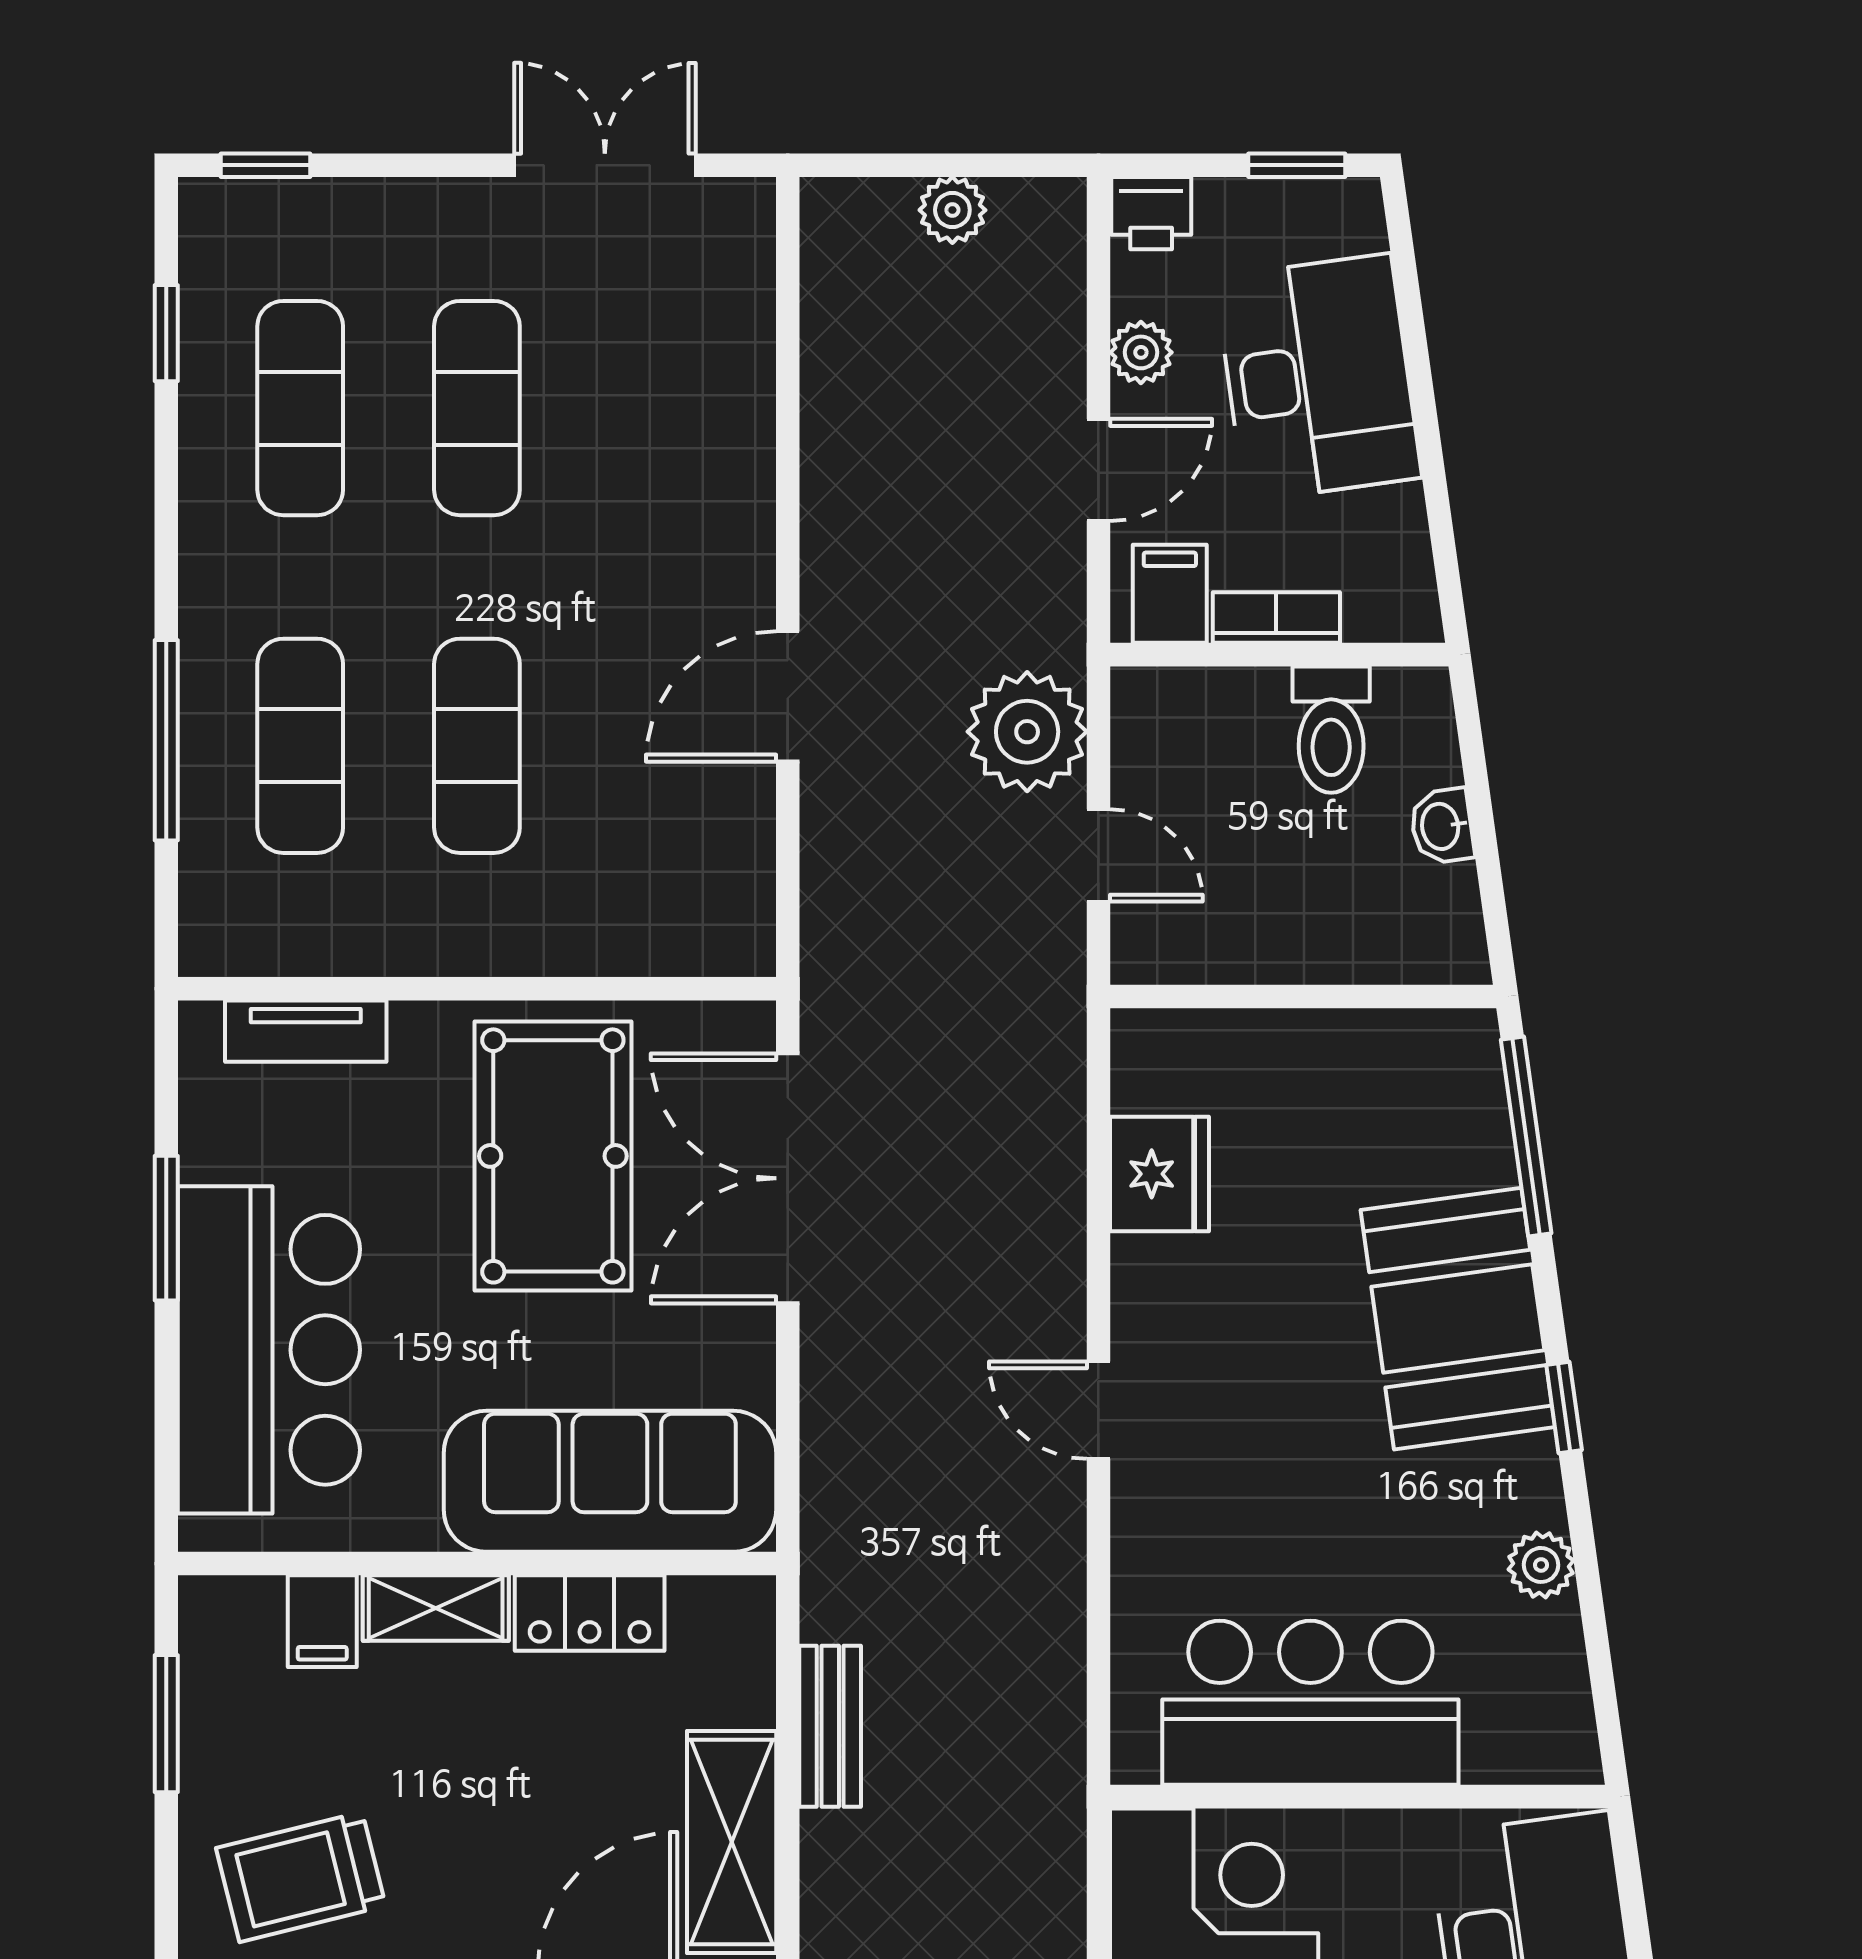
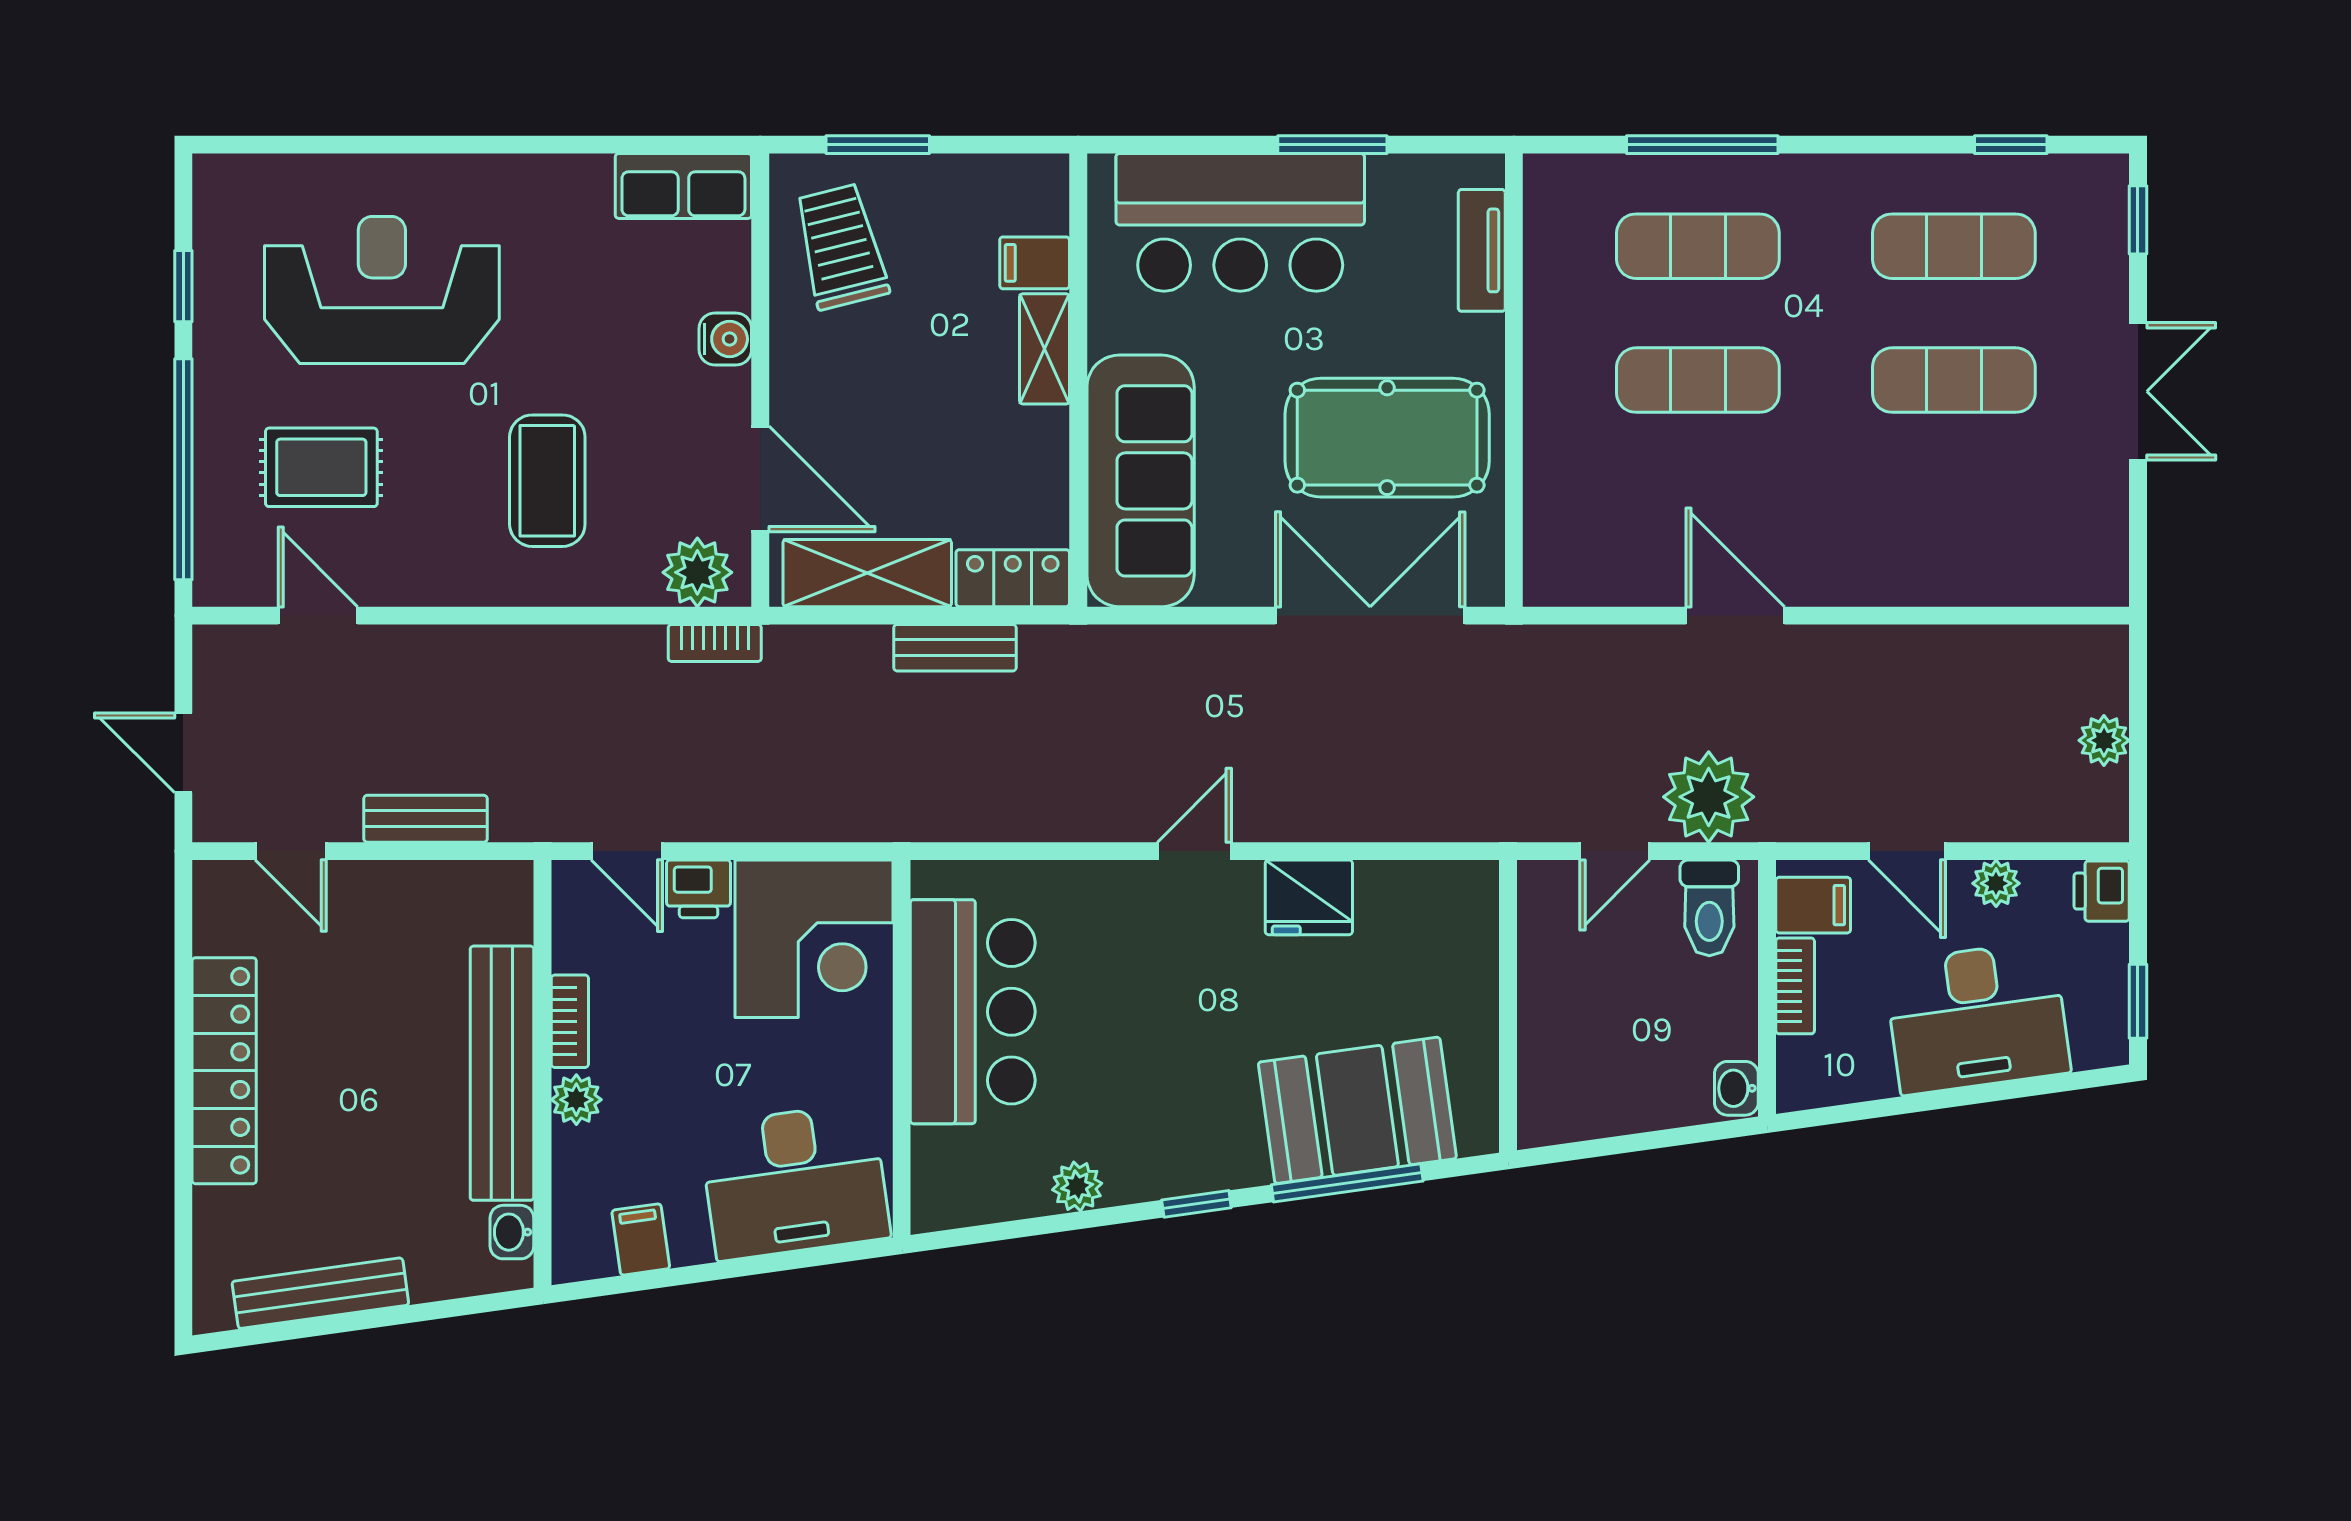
double door: (605, 165) -> (2138, 391), moved
toilet: (1331, 730) -> (1709, 908), moved, turned -90
washbasin: (1442, 826) -> (1736, 1088), moved, turned -82
window: (1526, 1136) -> (1347, 1183), moved
fridge: (1160, 1174) -> (1309, 897), moved
booth: (1458, 1319) -> (1357, 1110), moved
locker: (590, 1613) -> (1013, 578), moved, turned 90
window: (166, 1724) -> (878, 145), moved

